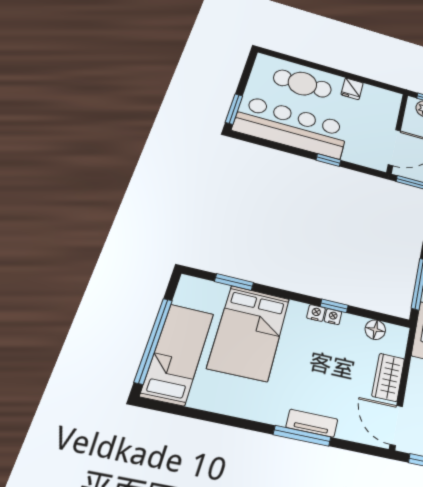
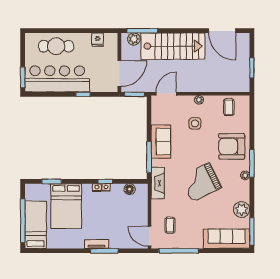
fridge: (352, 89) -> (98, 40), moved
wardrobe: (388, 377) -> (141, 213), removed
tv unit: (312, 423) -> (97, 244), moved

